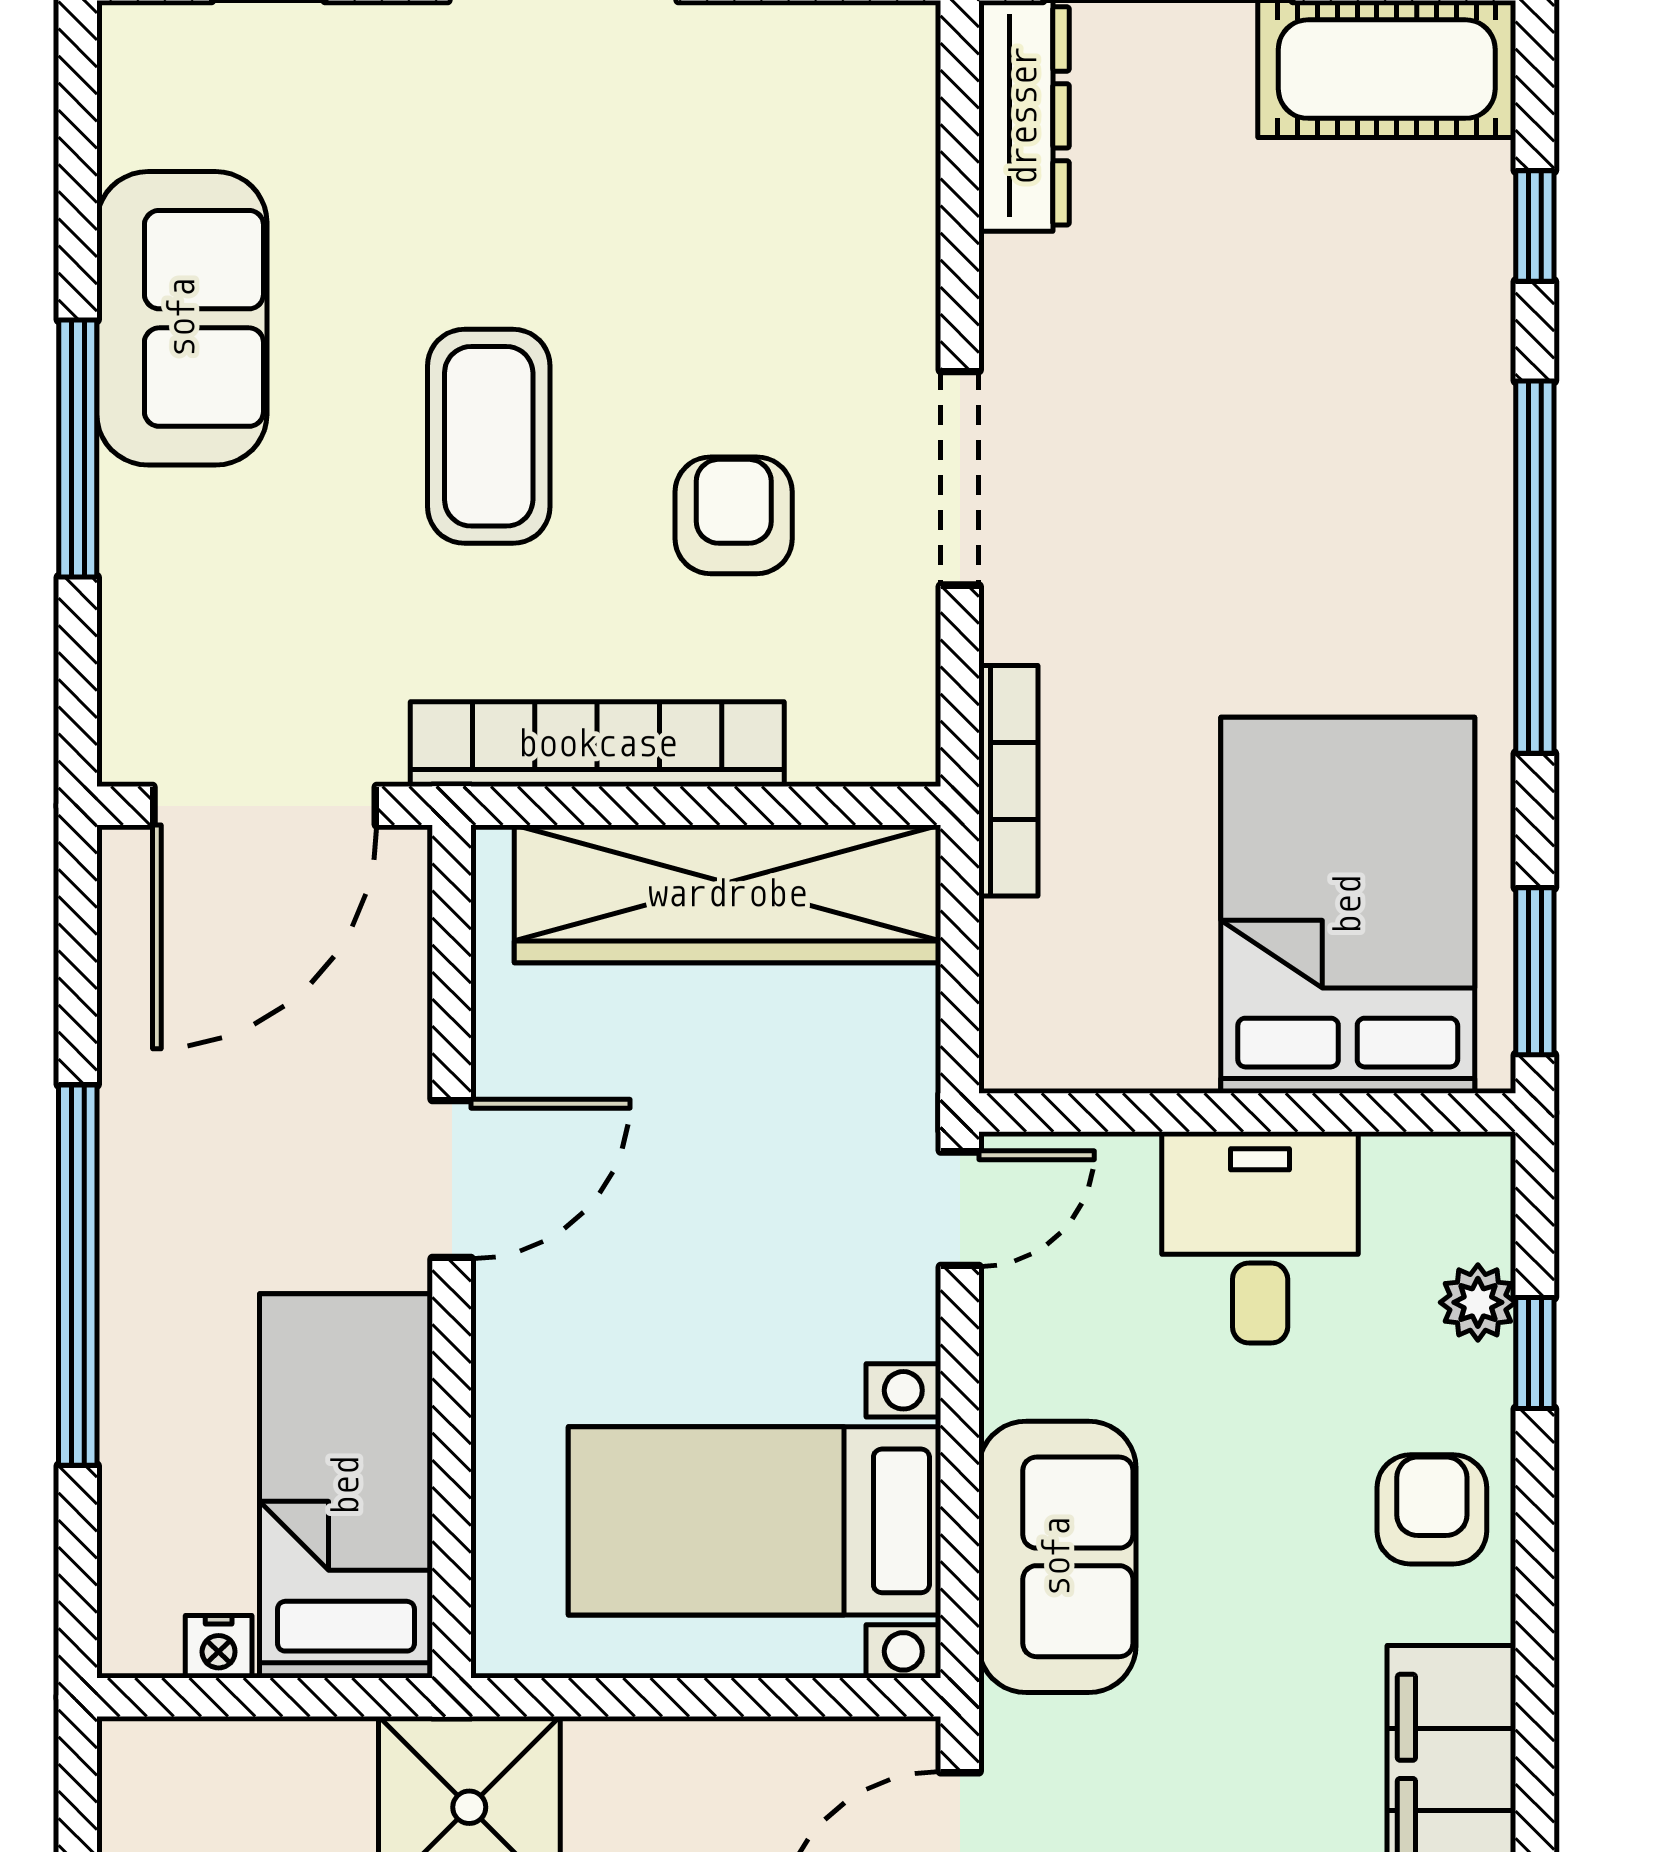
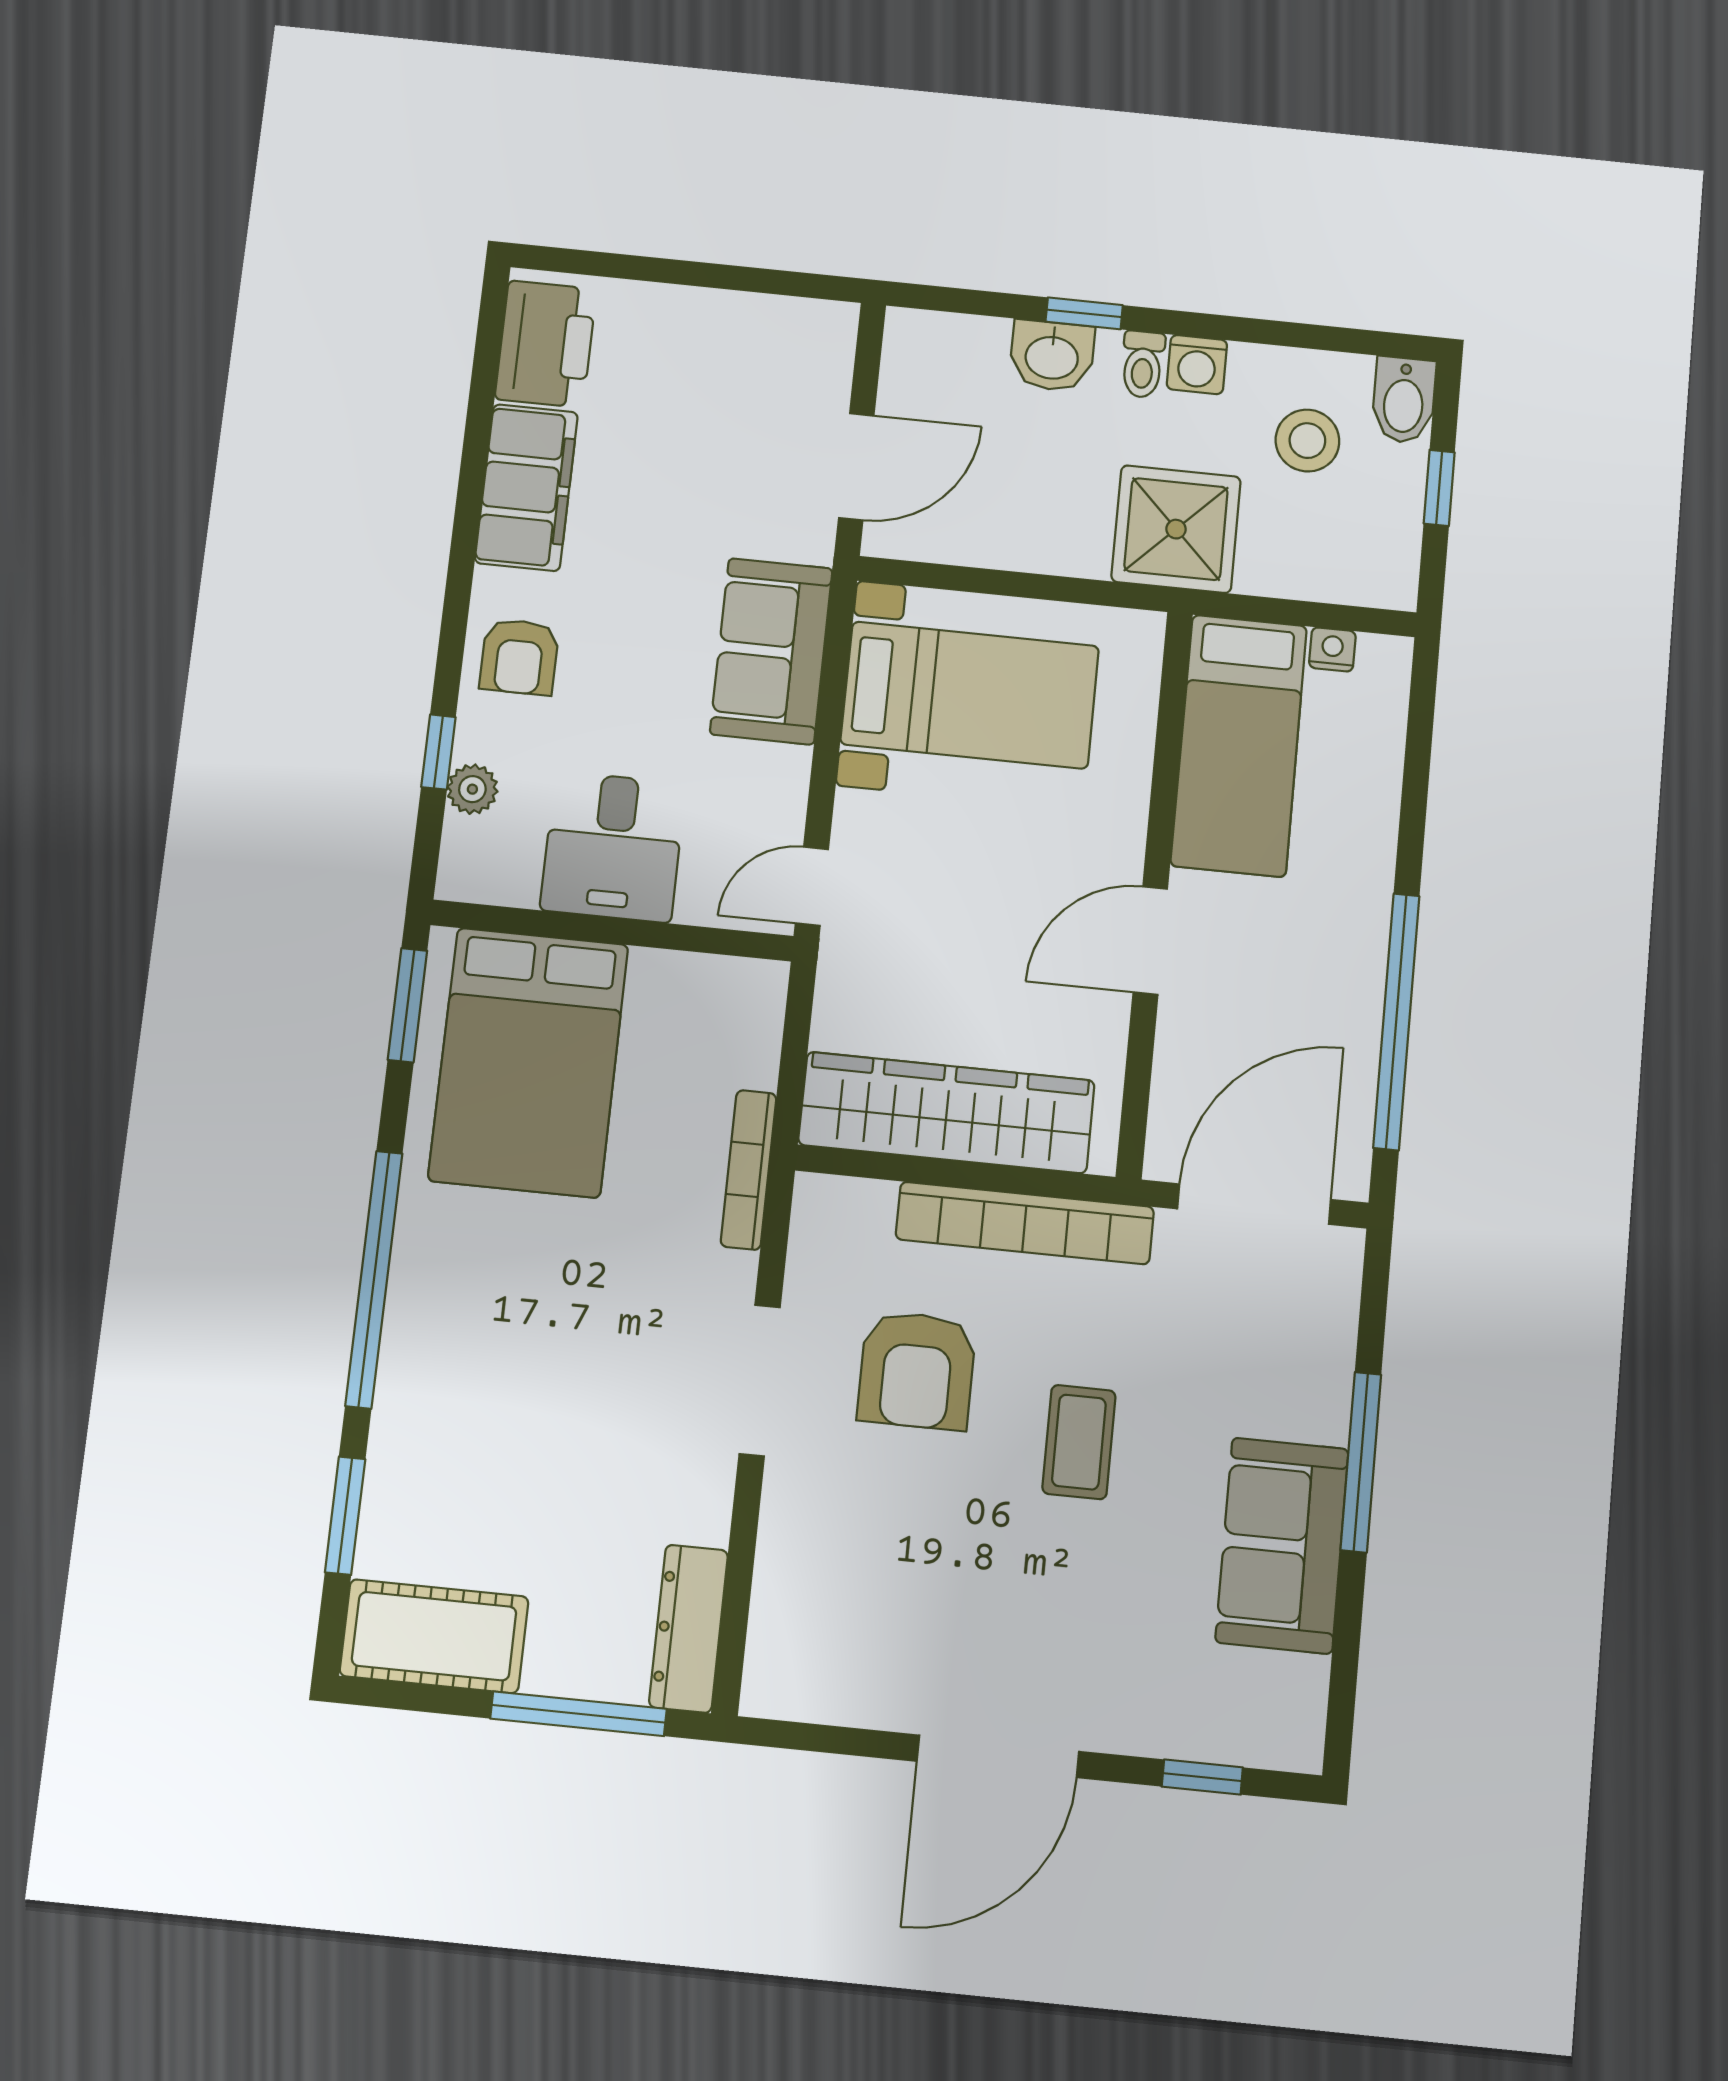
window: (1535, 226) -> (345, 1516), width x1.50
coffee table: (489, 436) -> (1079, 1442), width x0.73, depth x0.77
armchair: (734, 515) -> (917, 1370), width x1.38, depth x1.38
window: (78, 1275) -> (1396, 1021), moved

